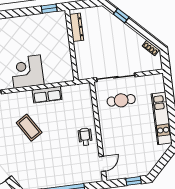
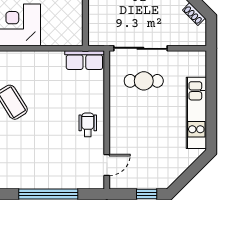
row of seats: (47, 95) -> (84, 60), moved

